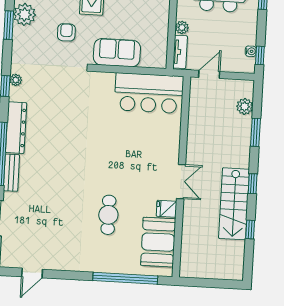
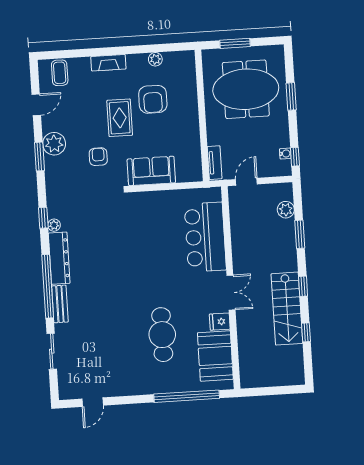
plant: (182, 27) -> (213, 138), removed
plant: (16, 80) -> (54, 225), moved
bar counter: (149, 93) -> (205, 237), moved, turned 90
cafe table: (108, 215) -> (162, 335), width x1.37, depth x1.35

